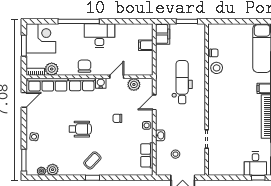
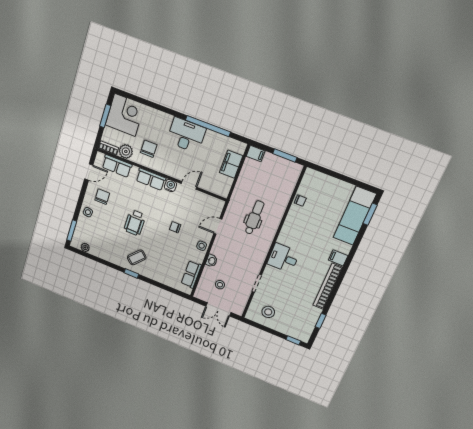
window: (79, 21) -> (208, 126), moved
filing cabinet: (163, 34) -> (256, 154), width x0.50
filing cabinet: (146, 45) -> (231, 164), width x2.00
chair: (84, 66) -> (149, 149), moved
stool: (217, 68) -> (268, 312), moved
dental chair: (182, 82) -> (254, 218), width x0.73, depth x0.72
plant: (134, 84) -> (204, 200), removed
row of seats: (48, 85) -> (117, 166), width x0.68
chair: (43, 117) -> (102, 197), added
wheelchair: (80, 129) -> (135, 223), turned 90
desk: (255, 164) -> (283, 258), moved, turned 90
plant: (53, 170) -> (96, 250), removed

